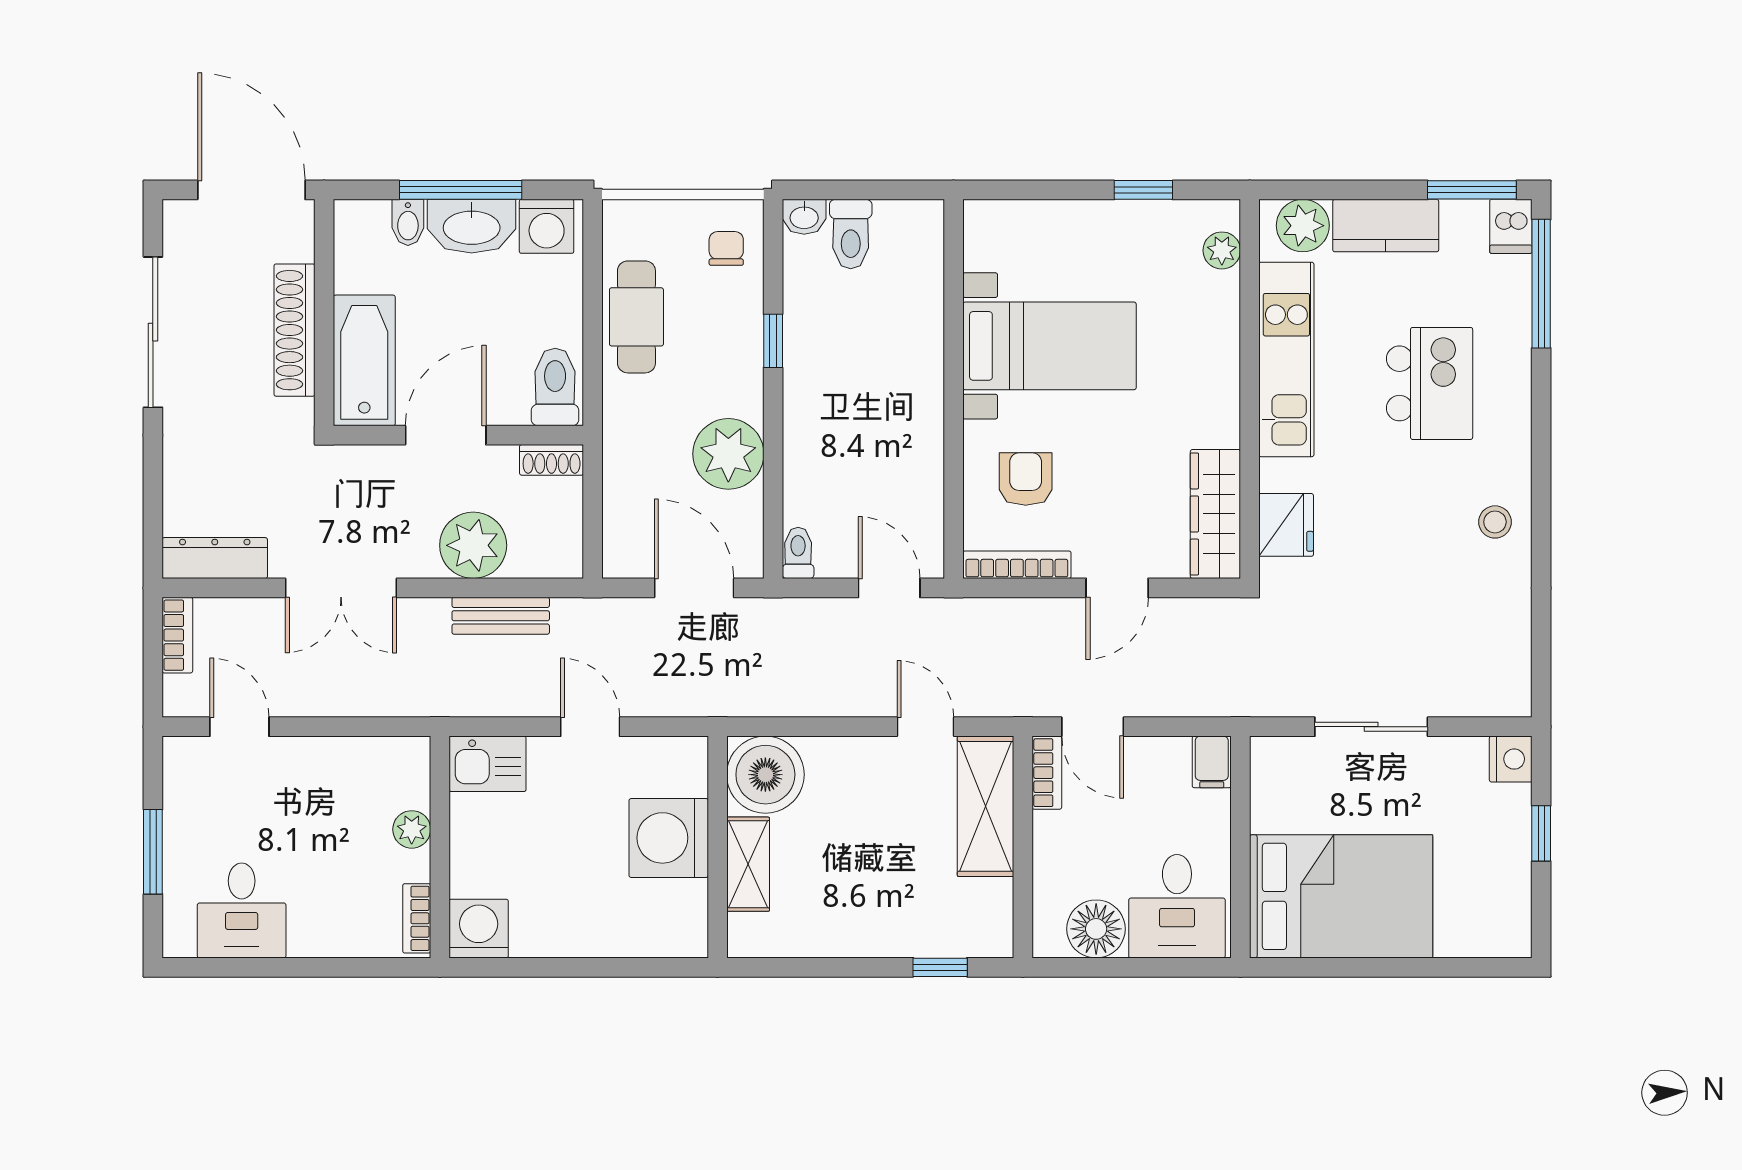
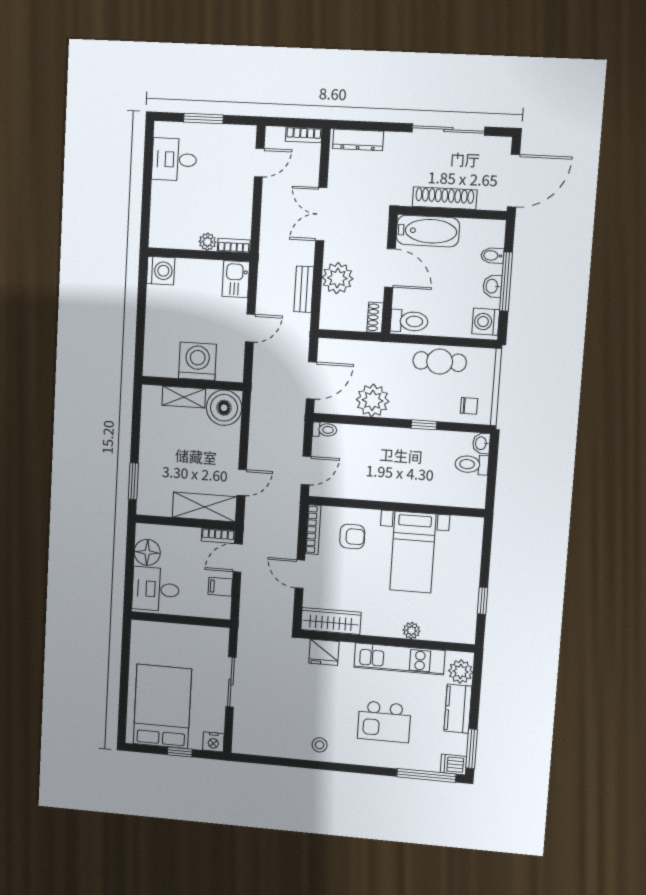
washbasin: (472, 226) -> (492, 286), width x0.52, depth x0.69
plant: (1222, 250) -> (411, 631), moved
dresser: (215, 558) -> (358, 140), moved, turned 90
filing cabinet: (1212, 762) -> (220, 587), moved
bed: (1341, 896) -> (162, 706), moved, turned 180
bookcase: (417, 918) -> (234, 246), moved
window: (940, 967) -> (133, 481), width x1.50

